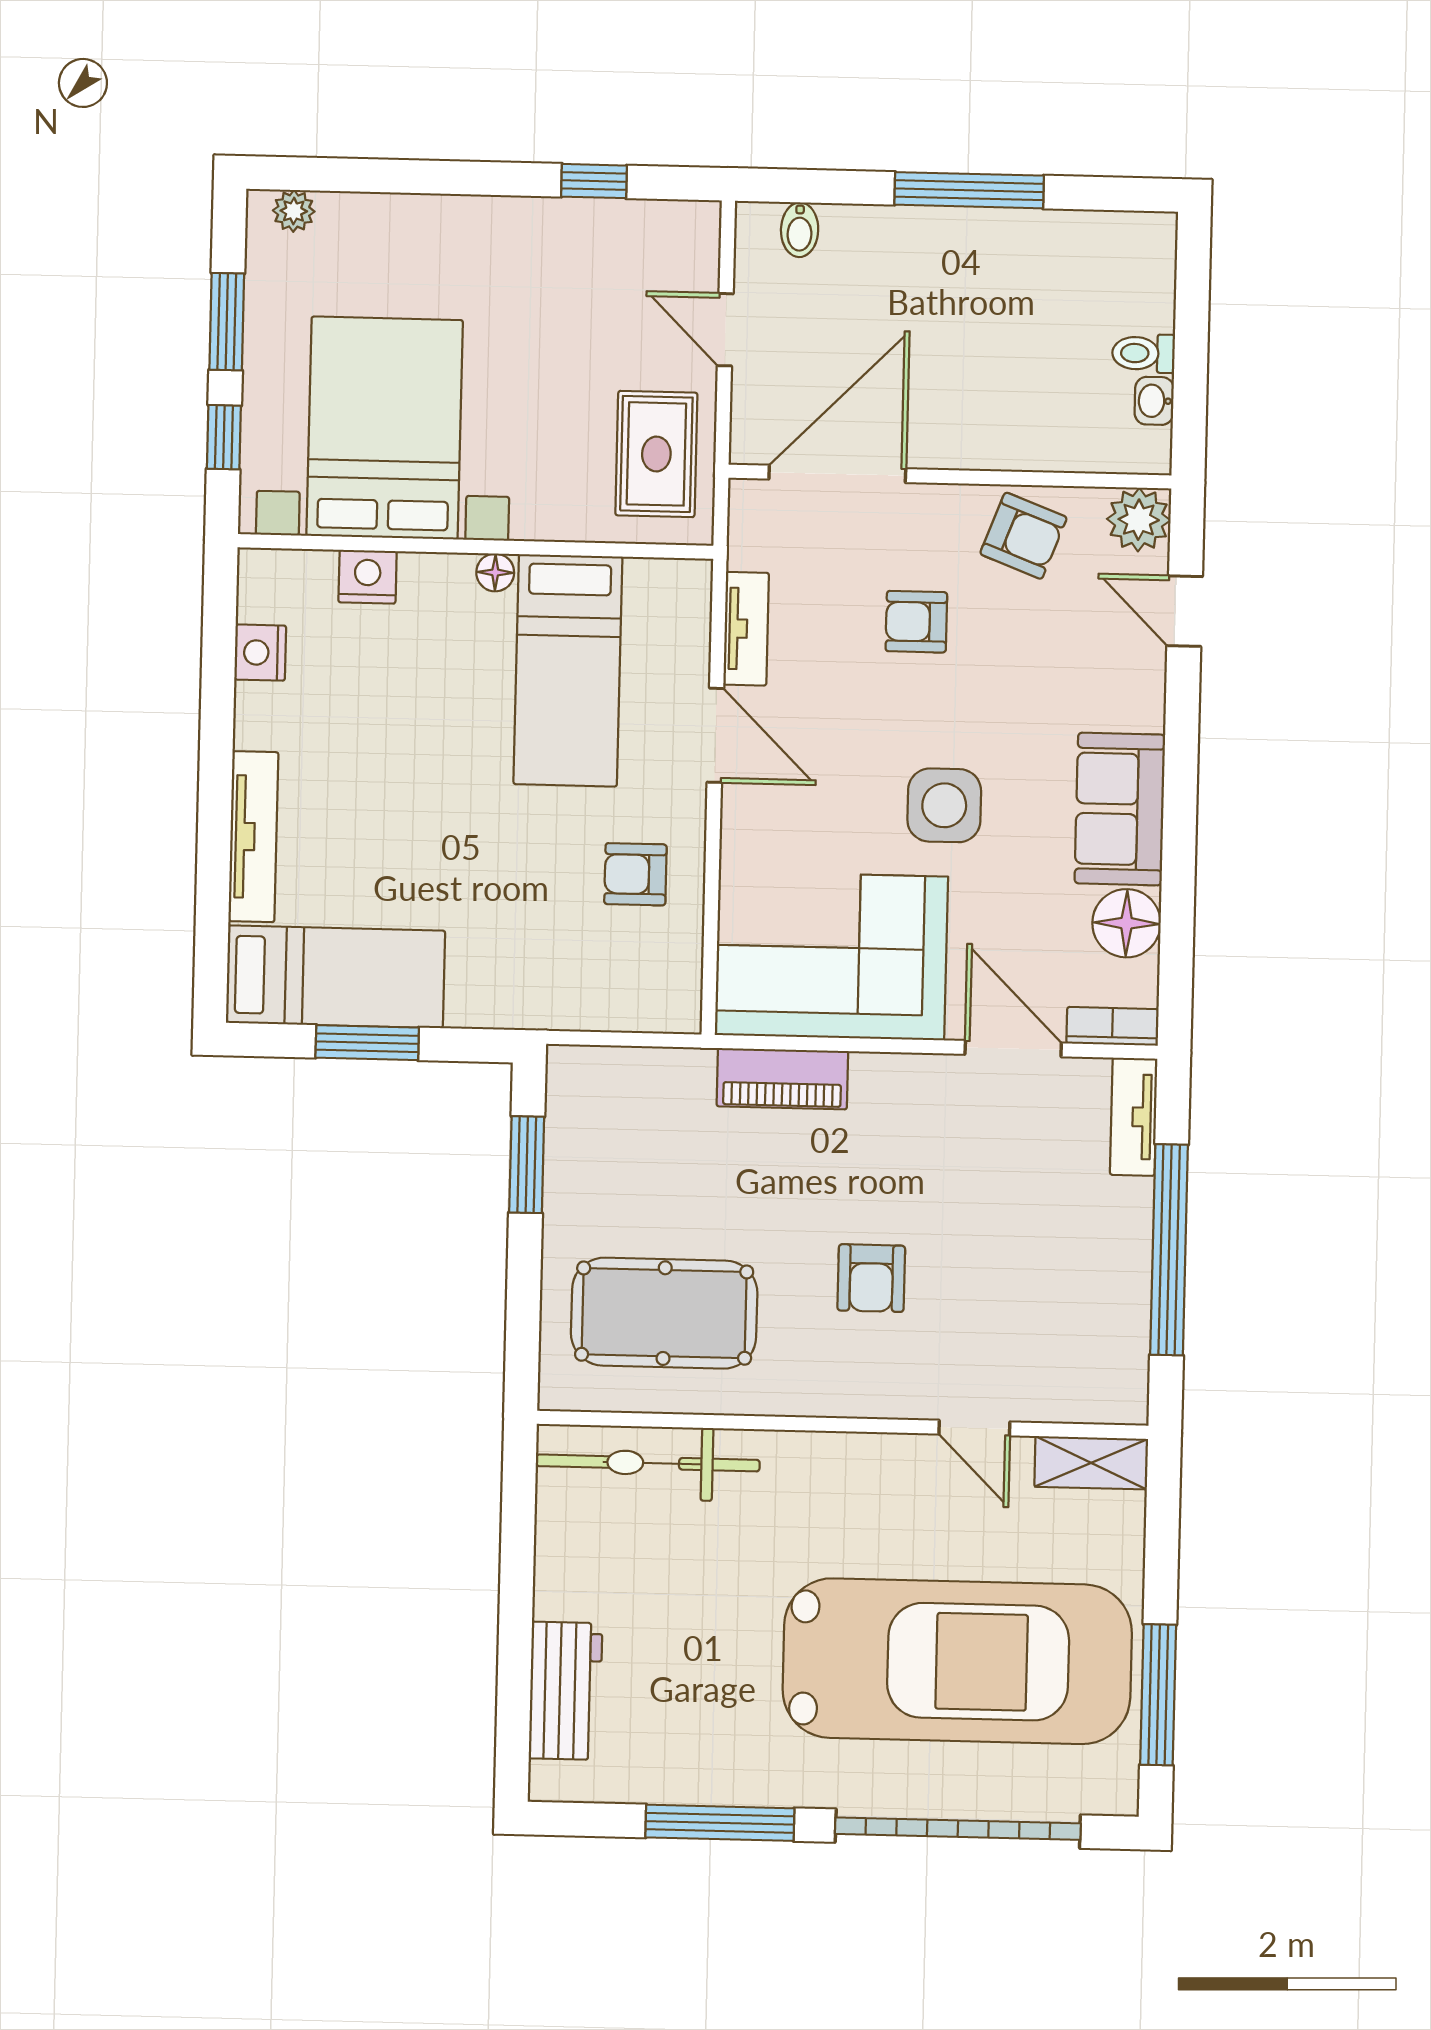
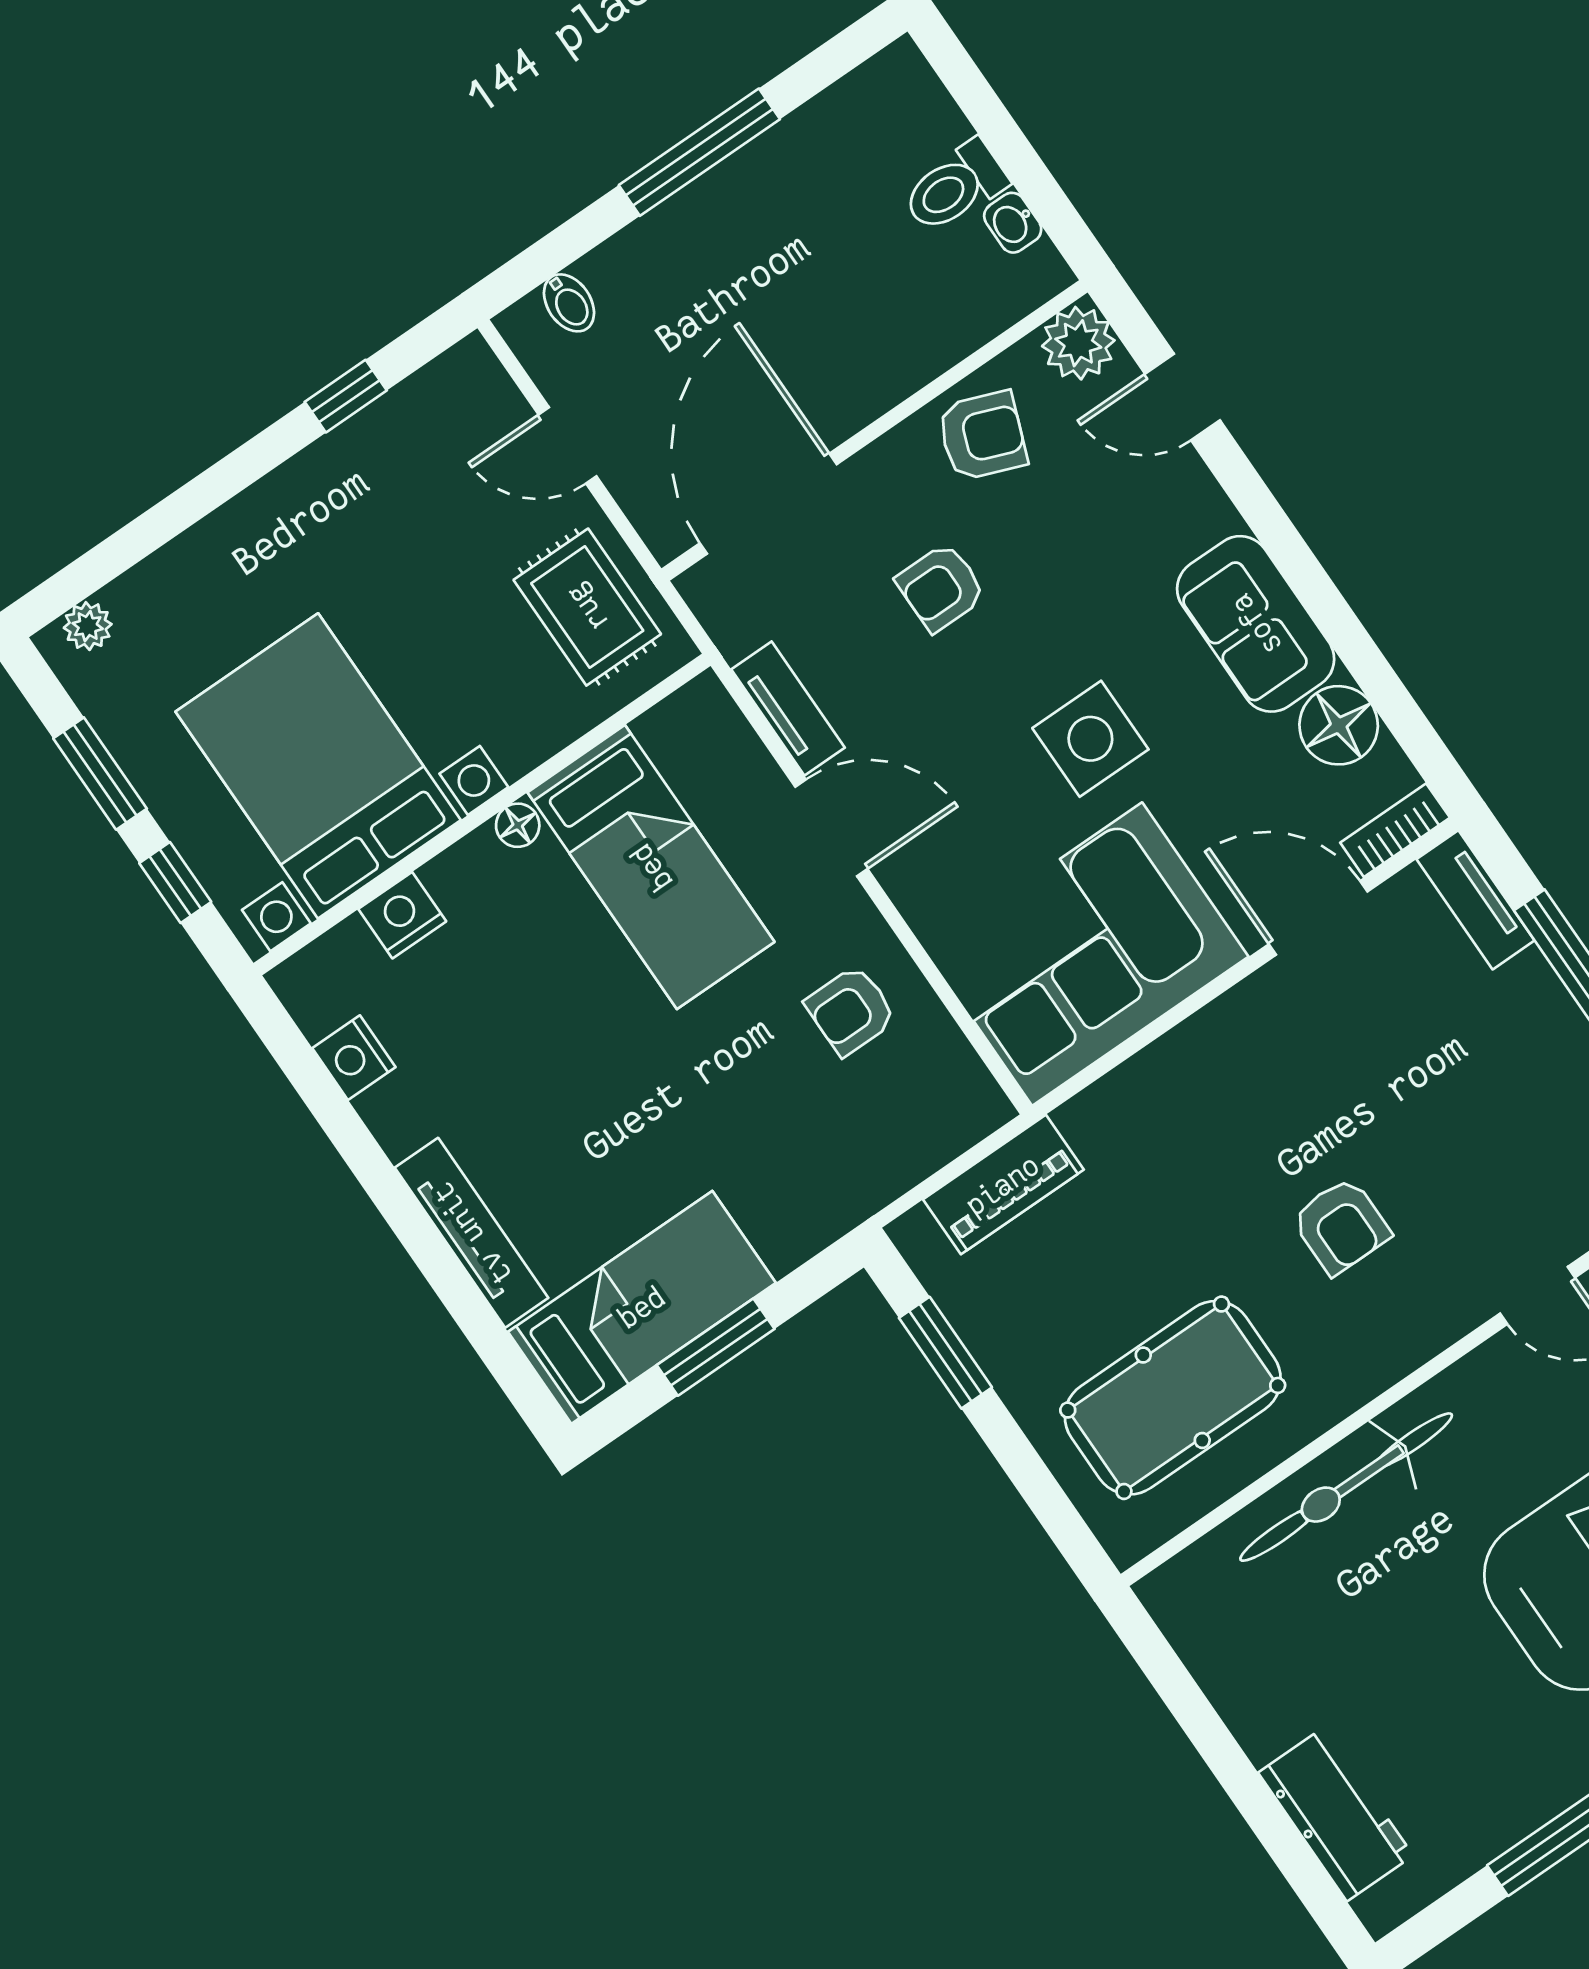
toilet: (1144, 353) -> (955, 187), width x1.37, depth x1.39
piano: (782, 1079) -> (1003, 1185), moved
bicycle: (648, 1463) -> (1346, 1487), moved

